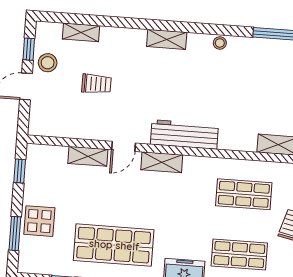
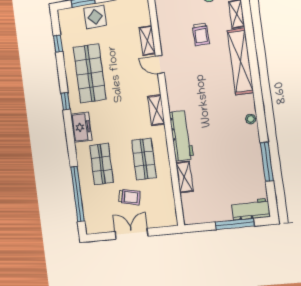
shelving: (167, 39) -> (240, 61), width x2.20, depth x1.33
workbench: (184, 134) -> (181, 136), moved
shelving: (162, 162) -> (156, 110), moved

